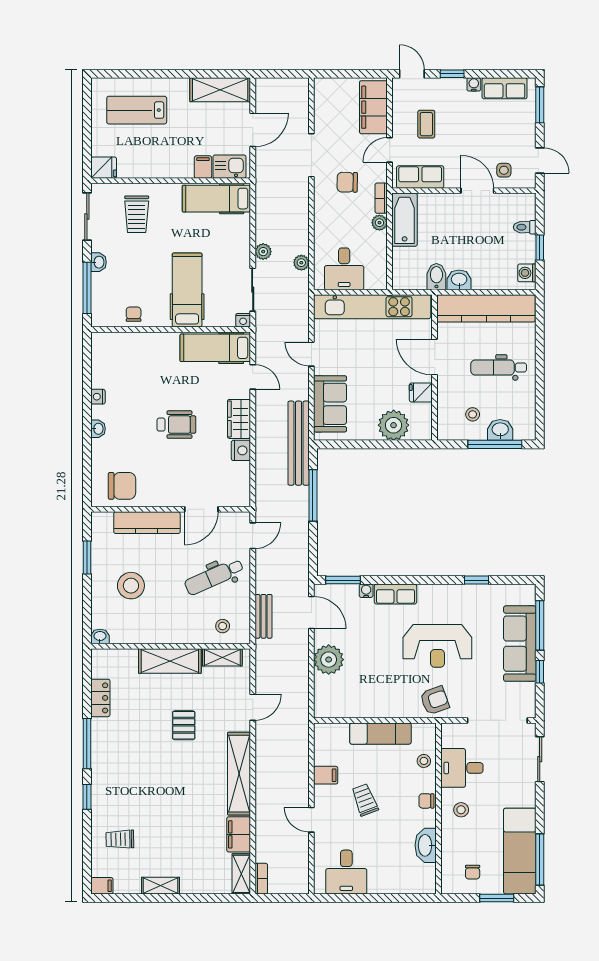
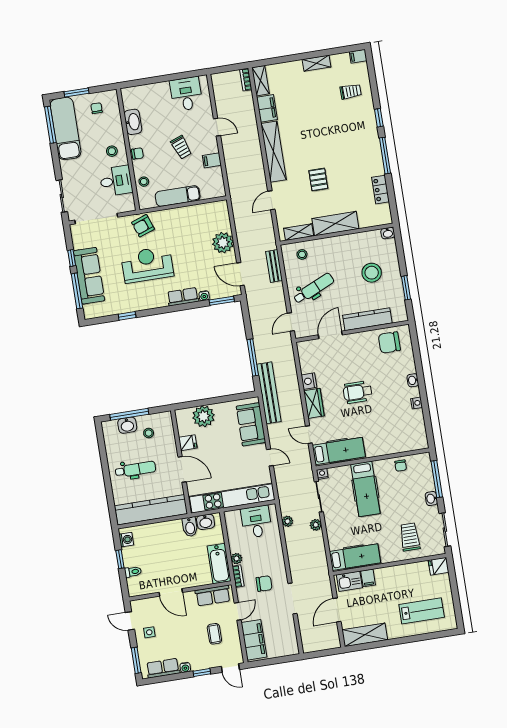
side table: (504, 170) -> (149, 632), moved
washbasin: (459, 280) -> (206, 522), moved

